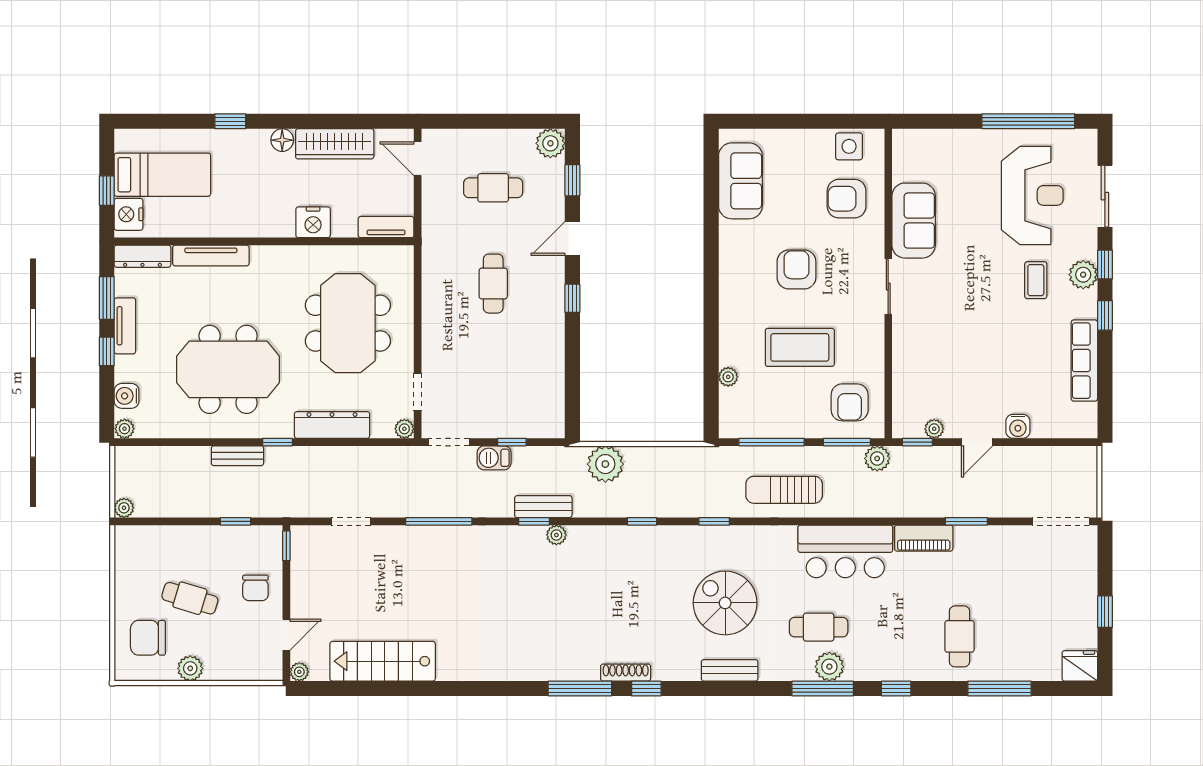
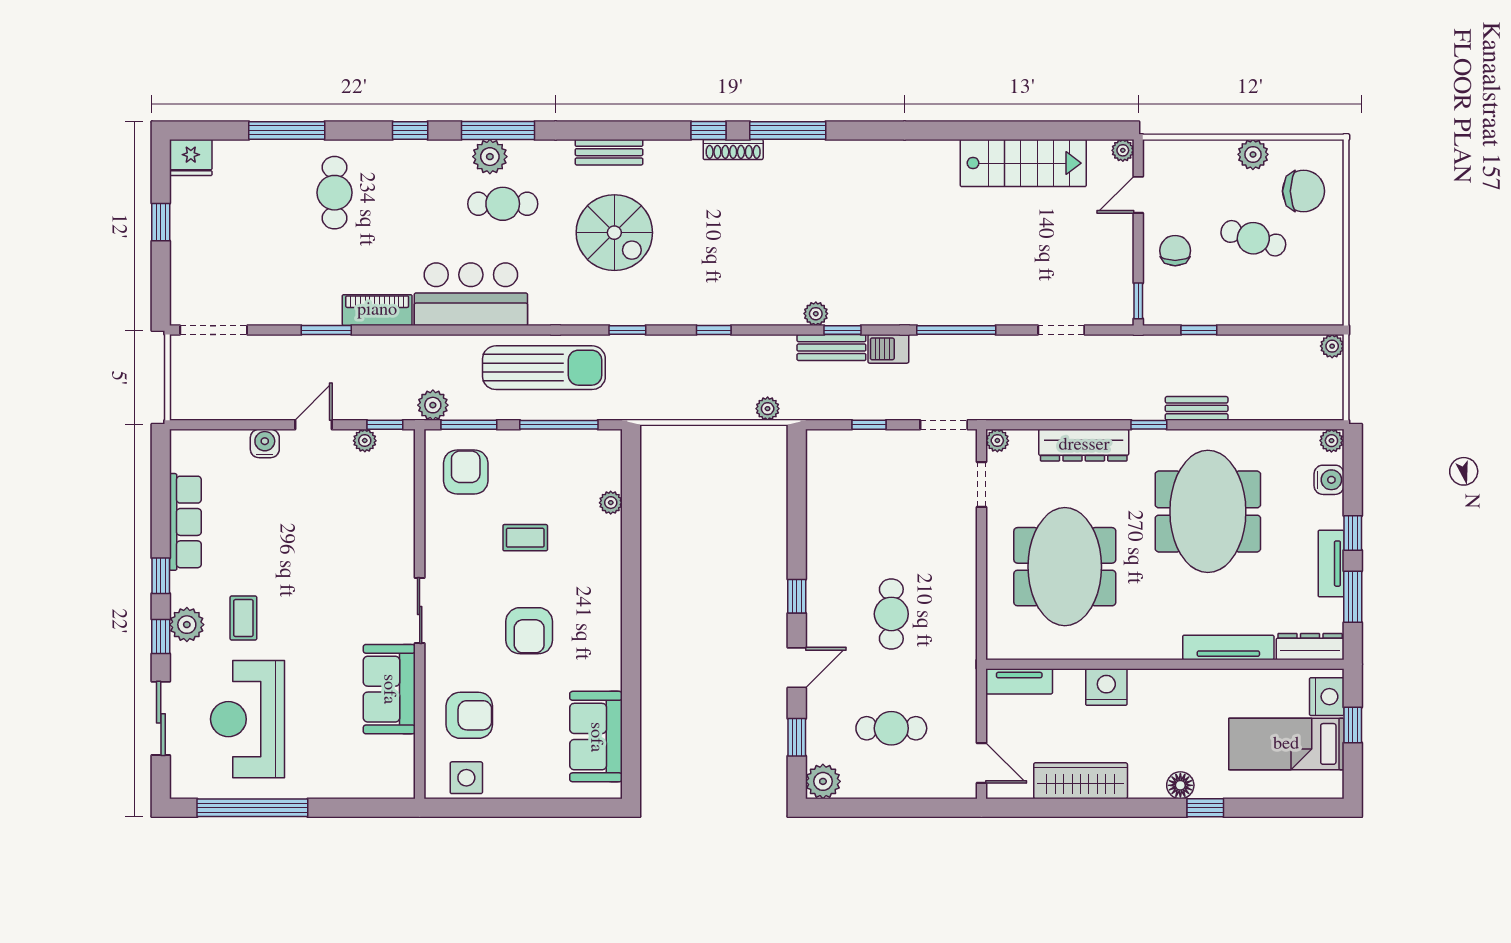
floor lamp: (282, 140) -> (1180, 785), moved
coffee table: (800, 347) -> (525, 538), width x0.54, depth x0.58
meeting table: (228, 369) -> (1208, 511), turned 90
barbecue: (494, 458) -> (888, 349), moved, turned 180
plant: (605, 464) -> (768, 409), width x0.53, depth x0.53
sun lounger: (784, 490) -> (544, 368), width x1.36, depth x1.34

